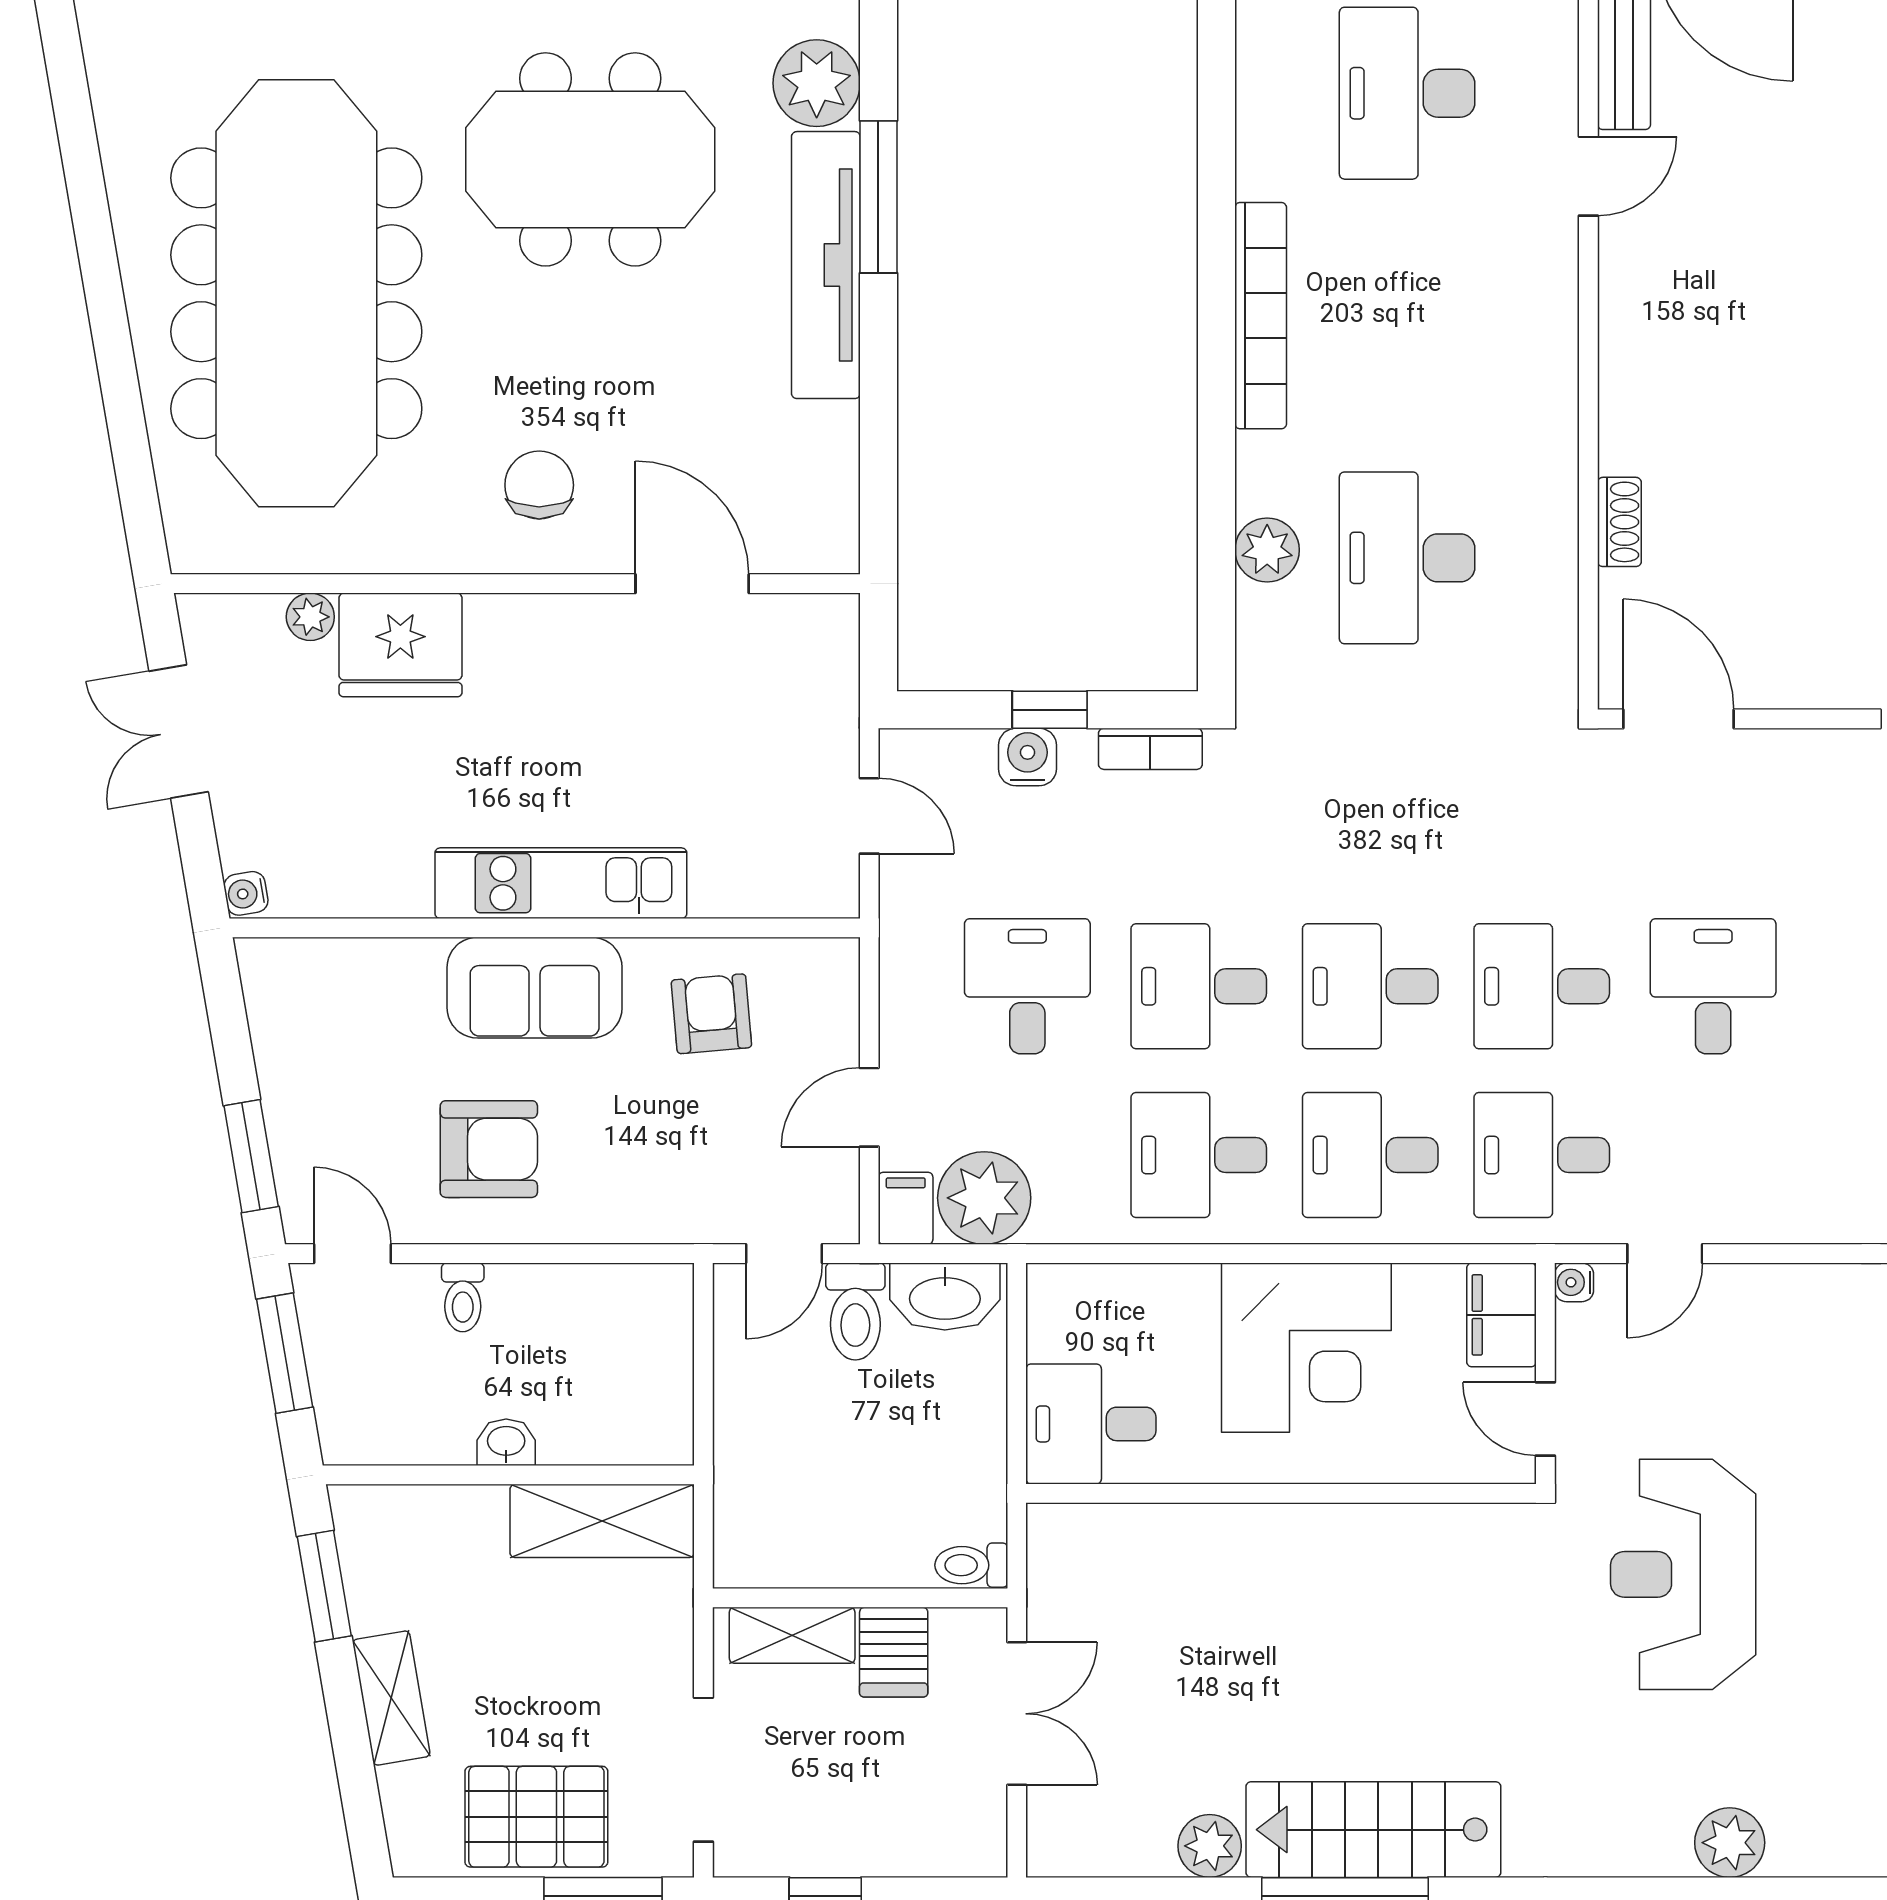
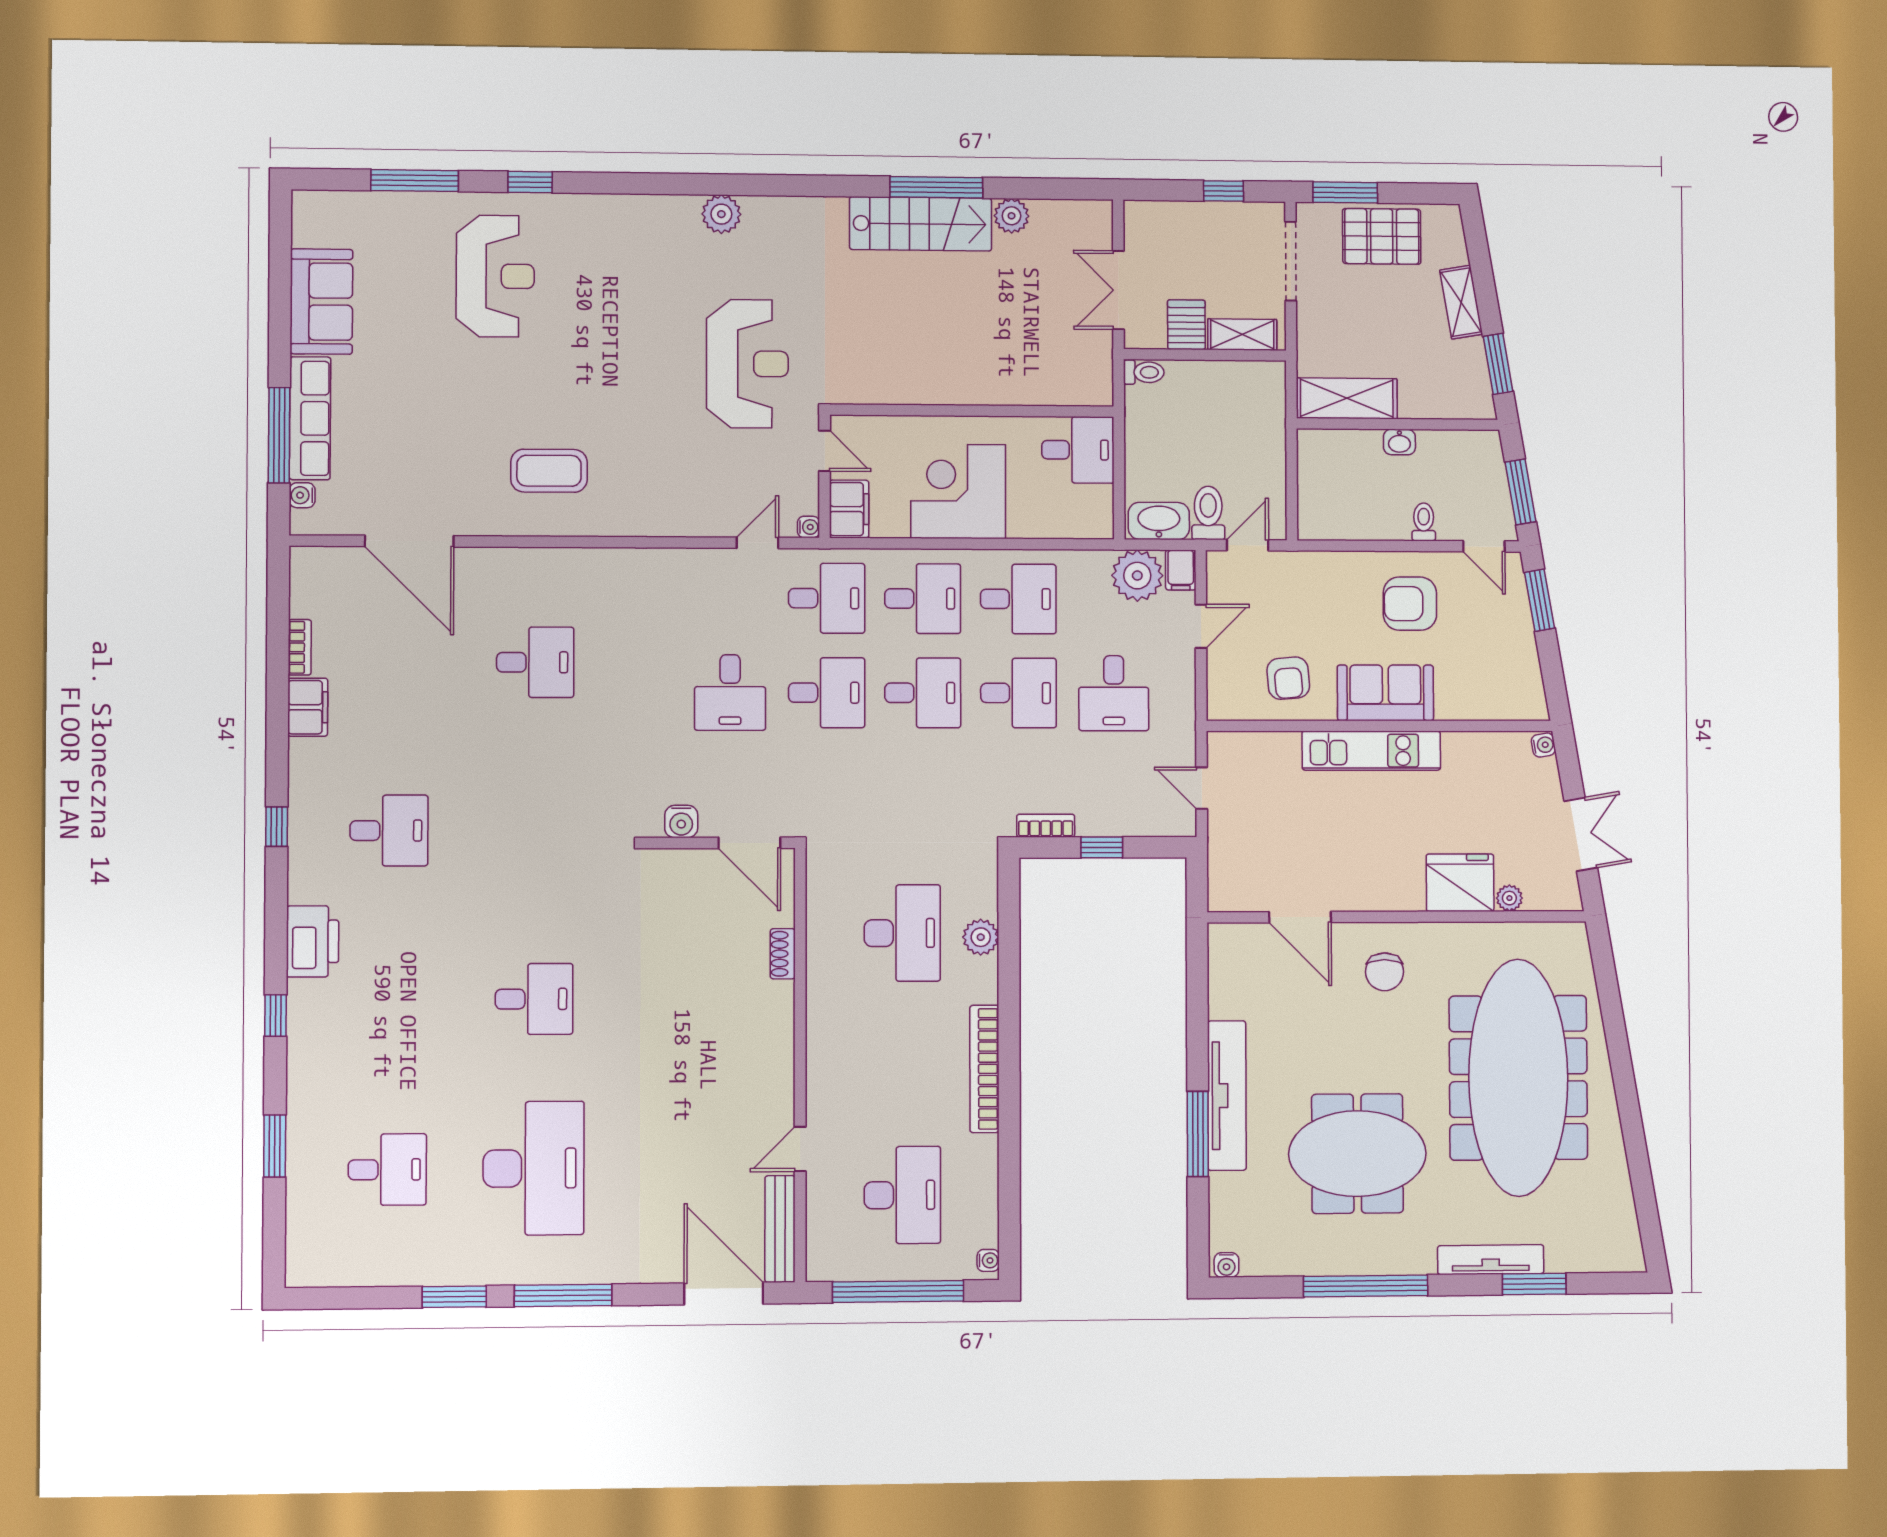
plant: (817, 83) -> (1232, 1198), removed
water cooler: (1027, 757) -> (681, 822), moved

